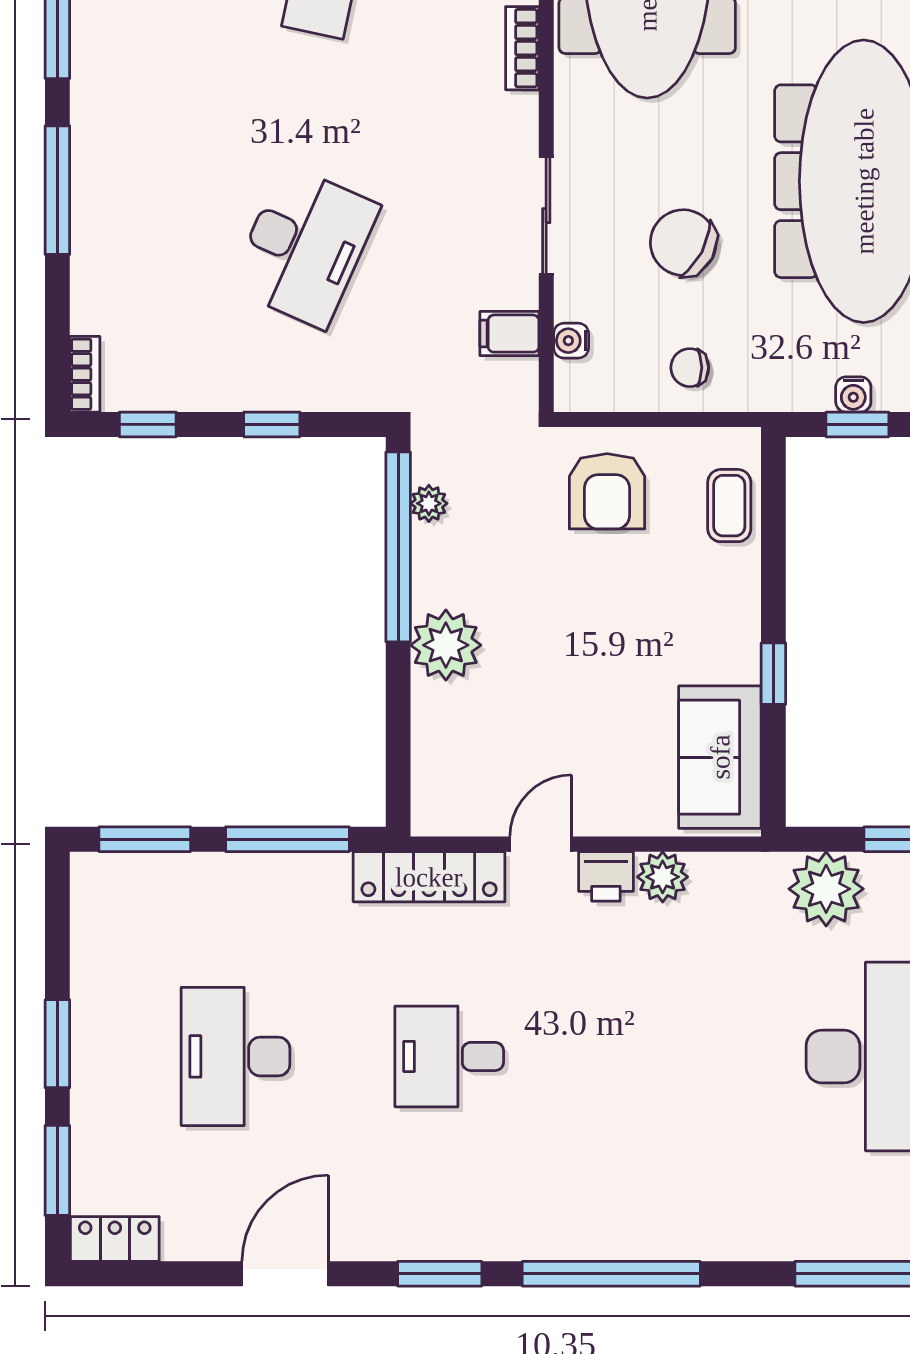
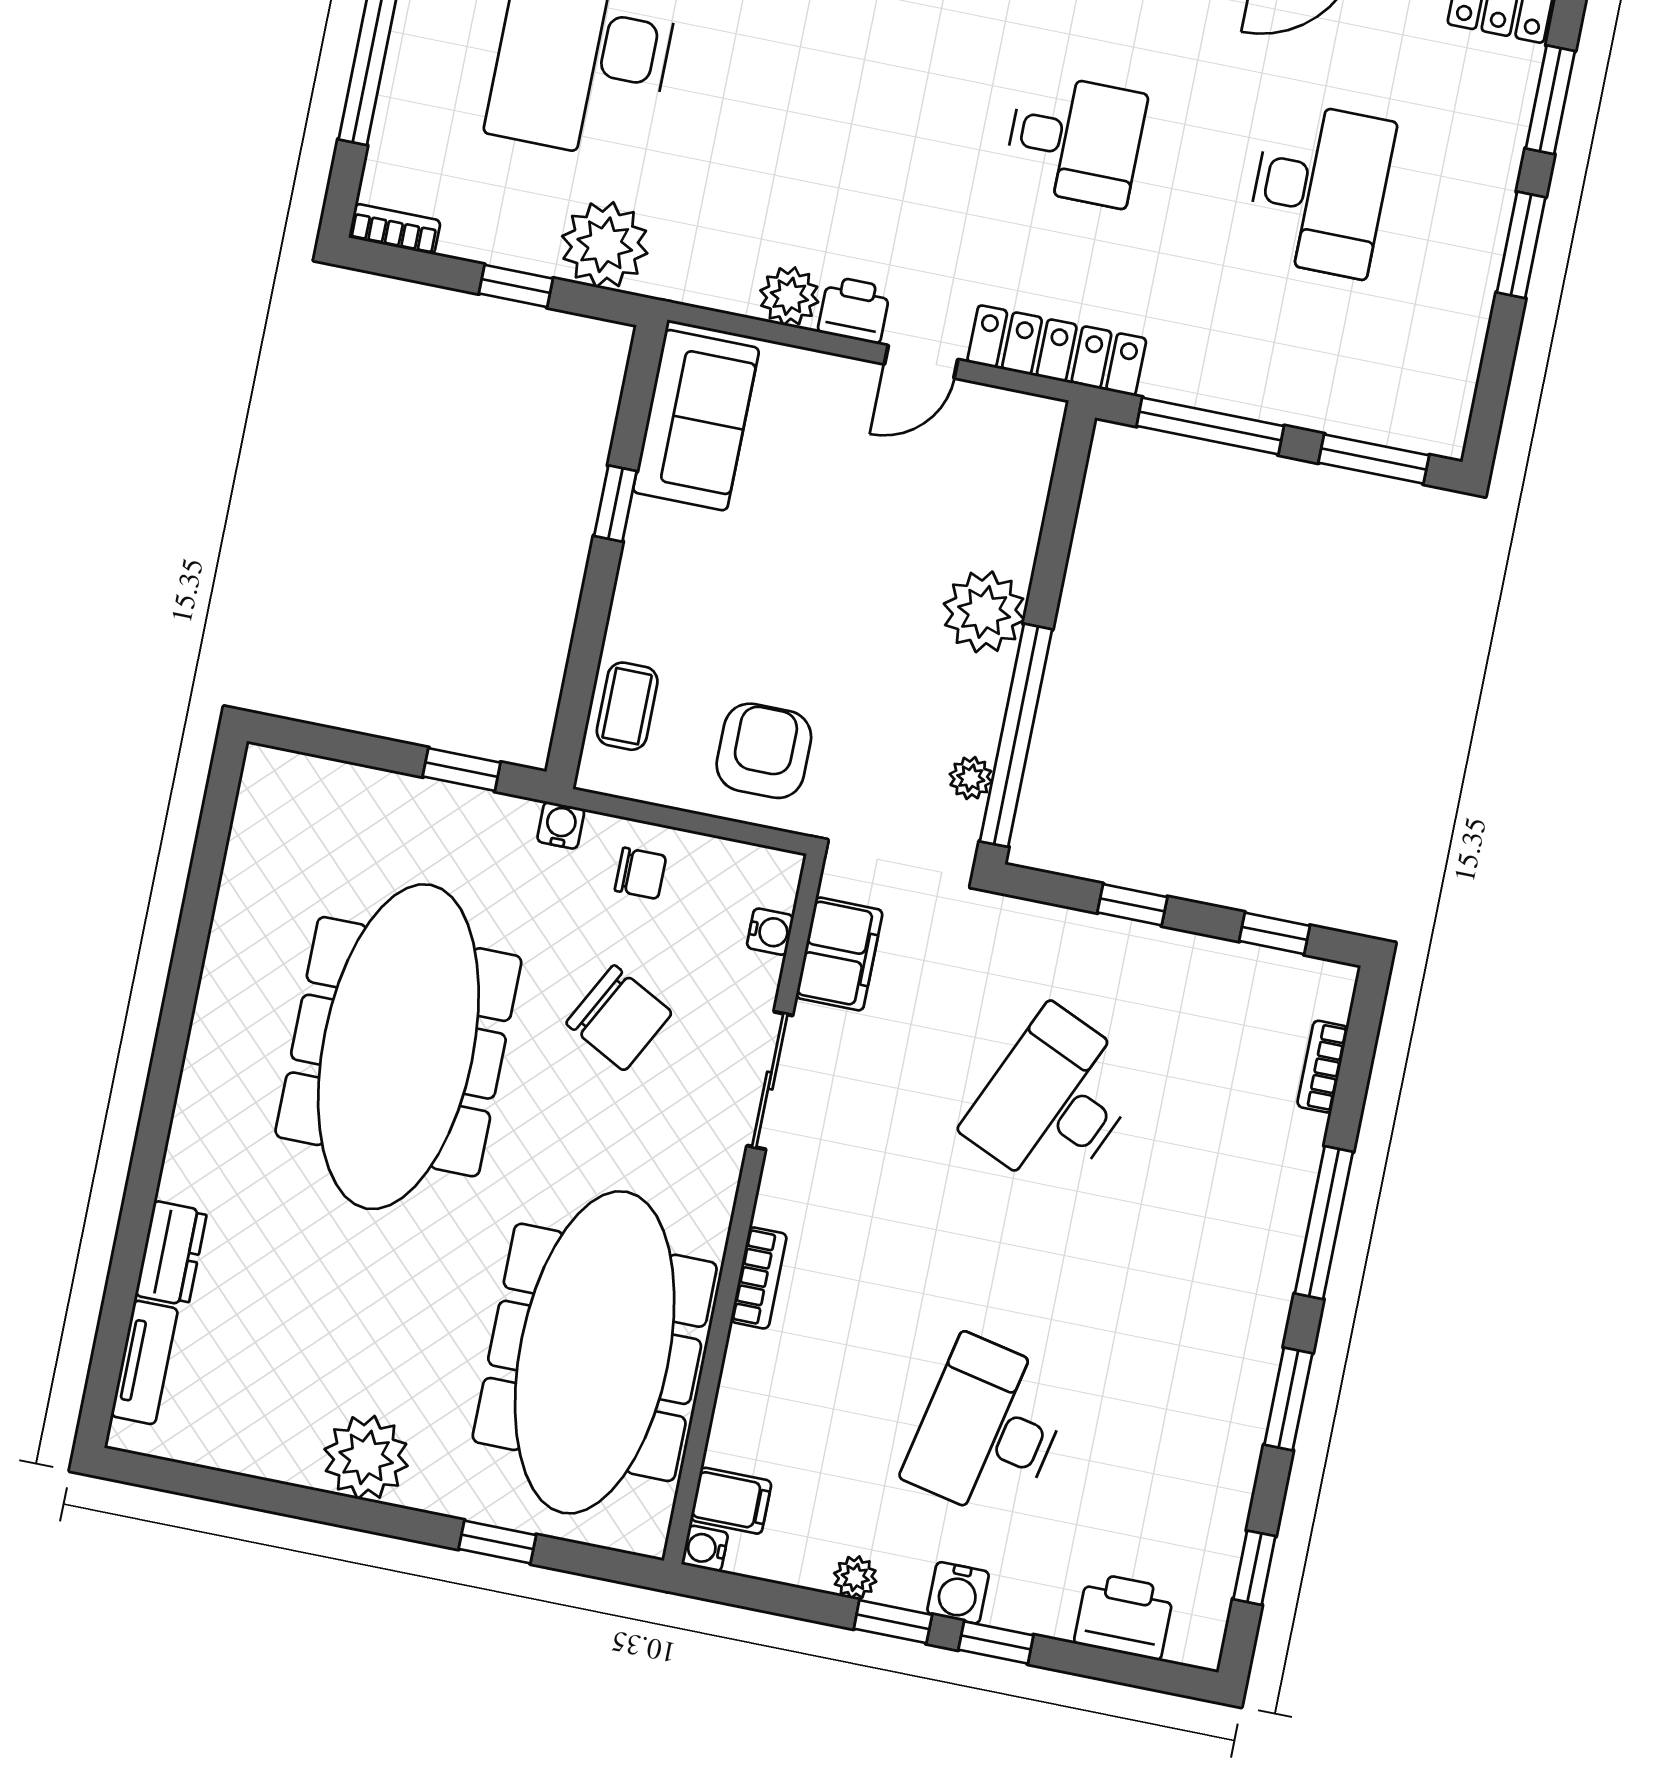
filing cabinet: (509, 334) -> (839, 954), width x2.00
bookcase: (85, 374) -> (1323, 1067), moved
water cooler: (853, 394) -> (561, 825), moved

